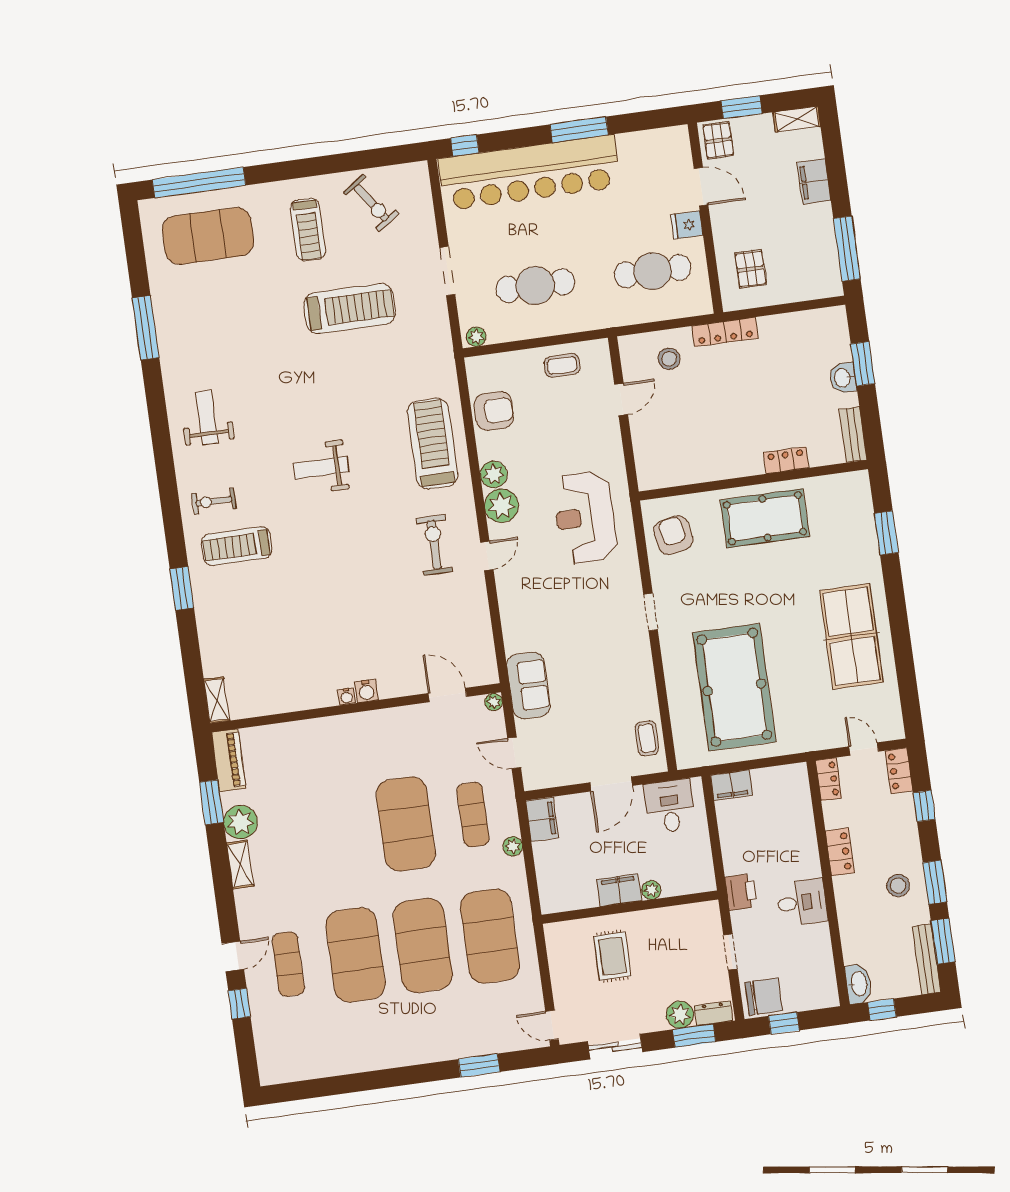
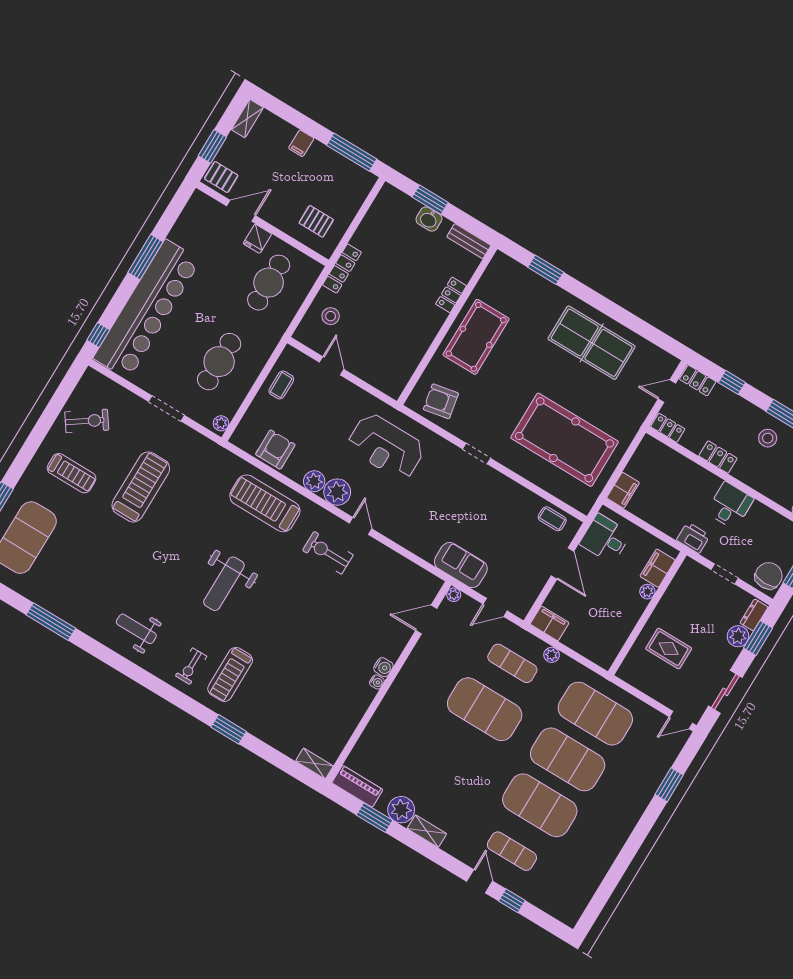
filing cabinet: (814, 181) -> (301, 143), width x0.50
weight bench: (321, 468) -> (224, 584), width x1.36, depth x1.33
filing cabinet: (619, 890) -> (658, 568), moved

